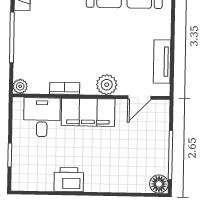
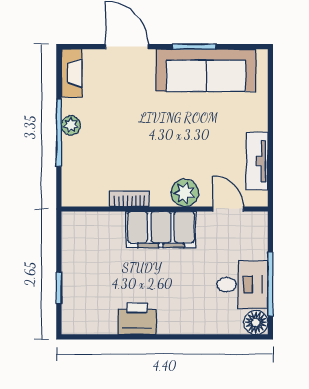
plant: (20, 86) -> (71, 125), moved
door: (139, 98) -> (228, 209), swing flipped
desk: (42, 117) -> (242, 285), moved, turned 90

